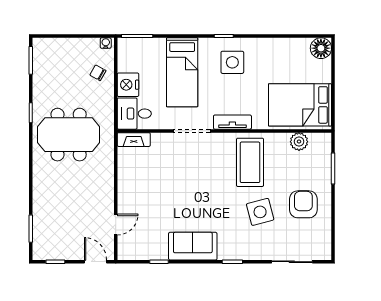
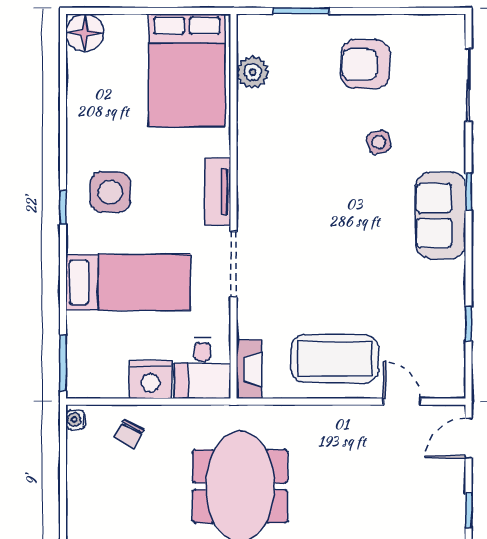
coffee table: (250, 162) -> (335, 359), moved
side table: (260, 212) -> (379, 142), width x0.54, depth x0.54
sofa: (193, 246) -> (441, 216), moved

